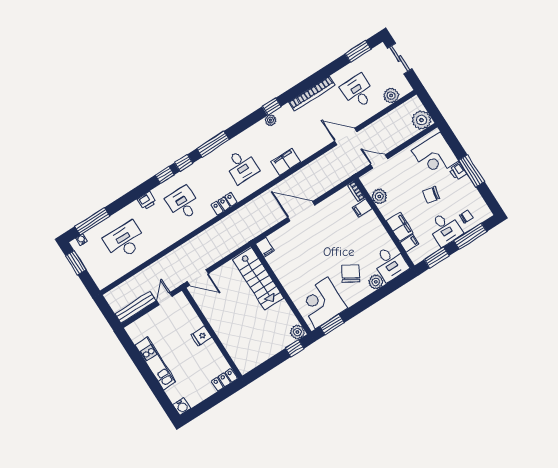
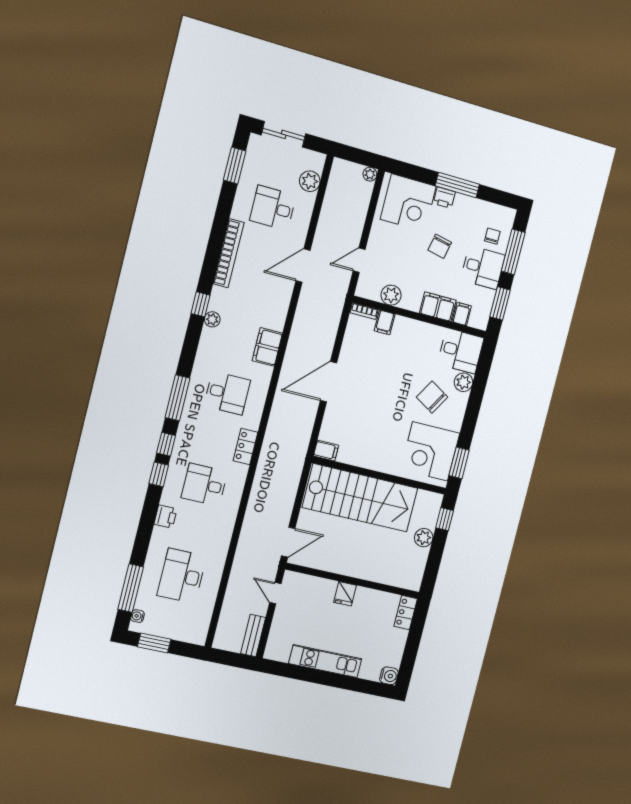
plant: (422, 120) -> (370, 174), width x0.53, depth x0.53
stairs: (258, 279) -> (360, 498), width x1.36, depth x1.51
bench: (135, 307) -> (253, 636), width x0.73
plant: (297, 332) -> (424, 538), moved

